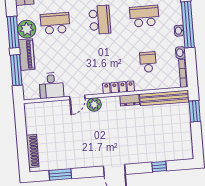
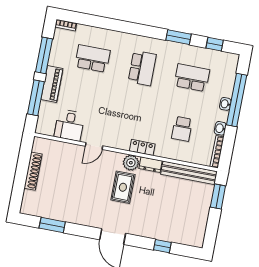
plant: (27, 29) -> (60, 56), removed
school desk: (148, 62) -> (182, 129), turned 180
locker: (119, 87) -> (142, 147), width x0.66
plant: (94, 104) -> (131, 163), moved
rug: (112, 126) -> (123, 187), added
shoe rack: (33, 151) -> (33, 171), moved

